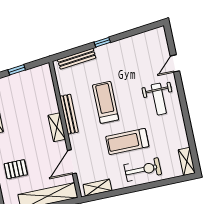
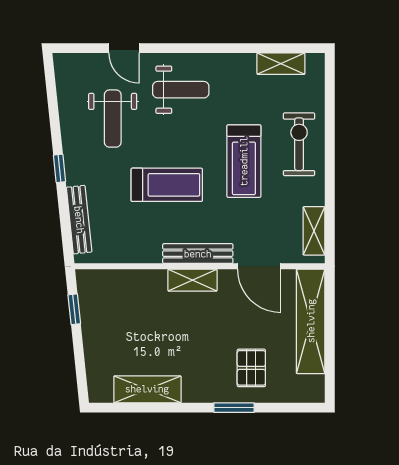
weight bench: (135, 65) -> (113, 119), added
window: (17, 70) -> (74, 309), moved
treadmill: (106, 102) -> (167, 185), turned 180
bench: (69, 114) -> (198, 254), moved
shelving: (187, 161) -> (281, 64), moved

